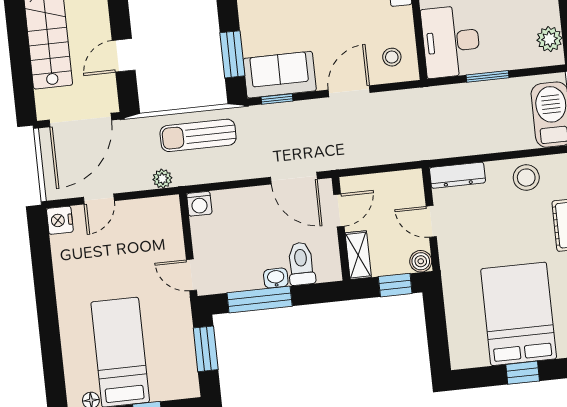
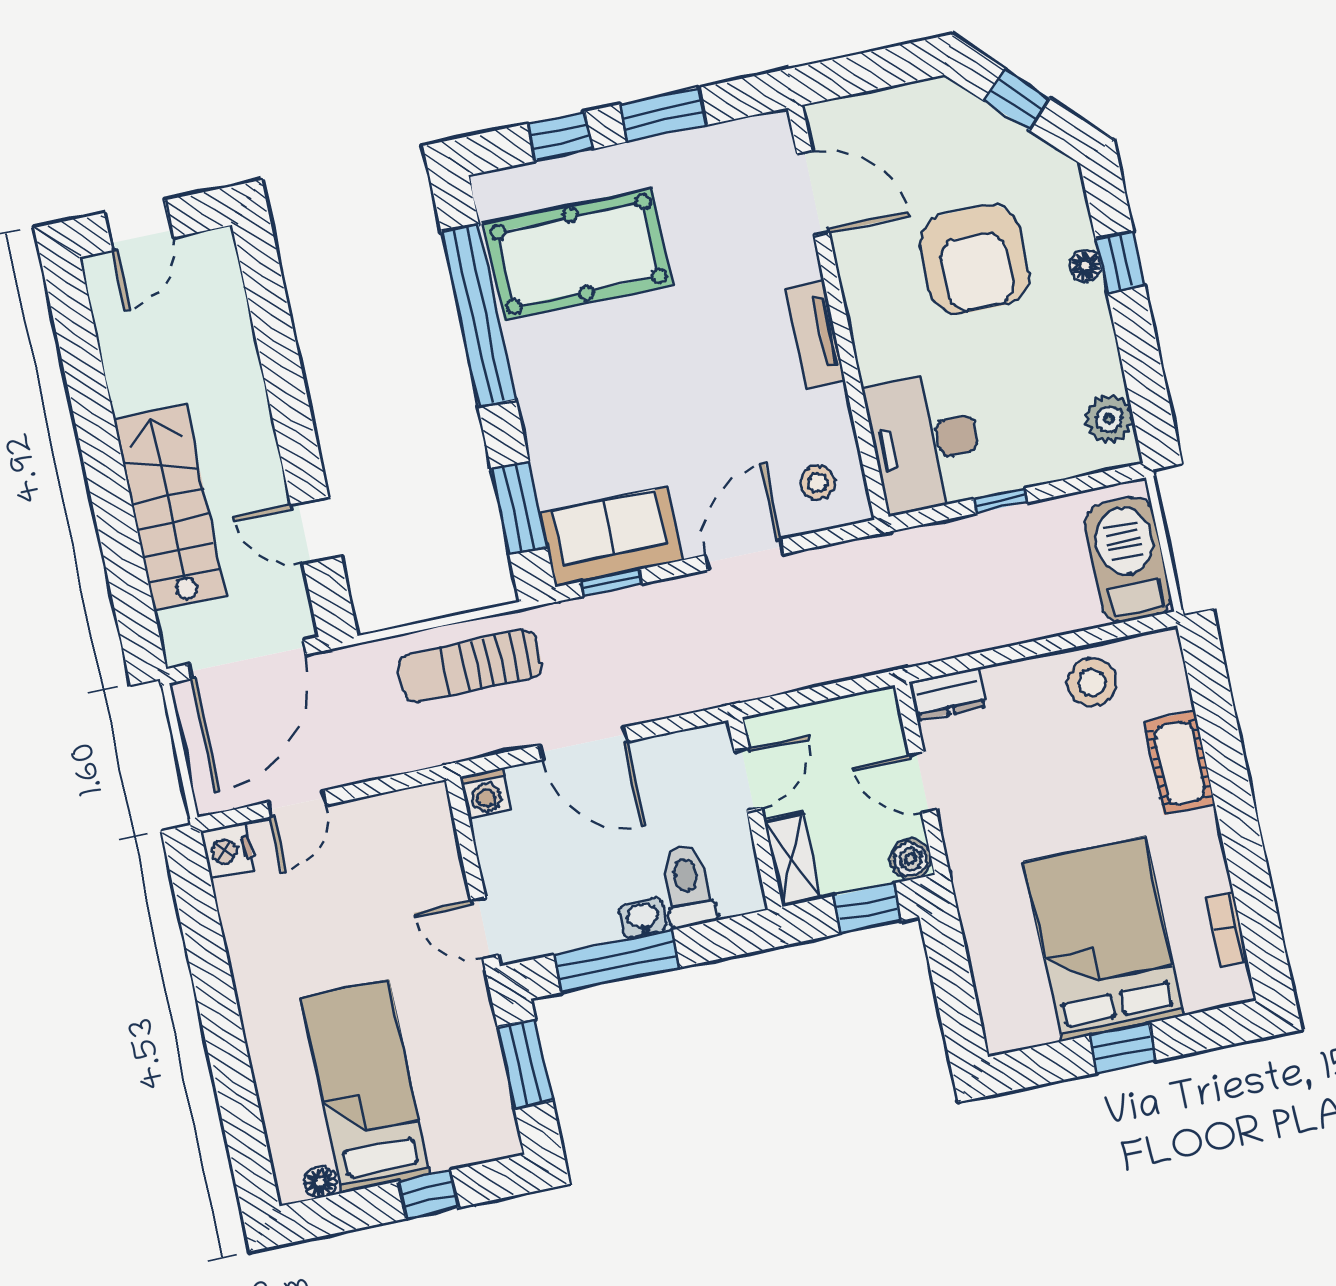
door: (124, 55) -> (316, 530), hinge flipped
window: (488, 76) -> (1000, 501), width x0.67
dresser: (457, 175) -> (948, 694), width x0.70
door: (294, 178) -> (583, 743), moved
plant: (162, 179) -> (412, 754), removed

